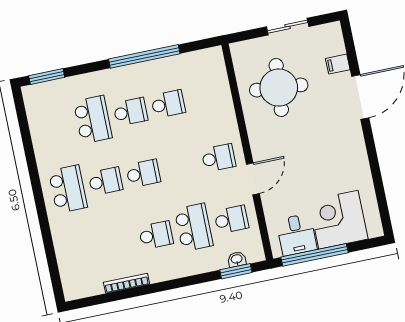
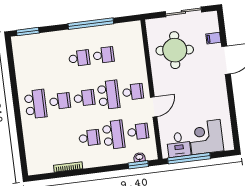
sliding door: (288, 27) -> (183, 12), width x1.37
school desk: (93, 120) -> (109, 95), moved

